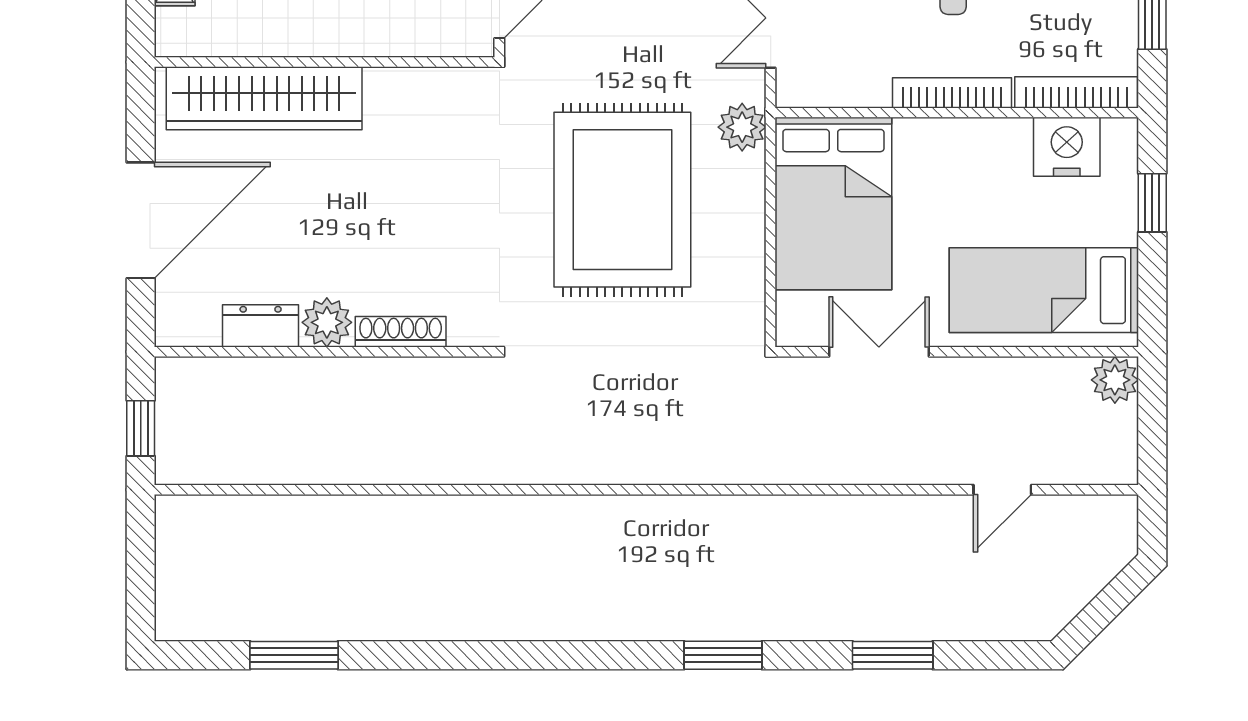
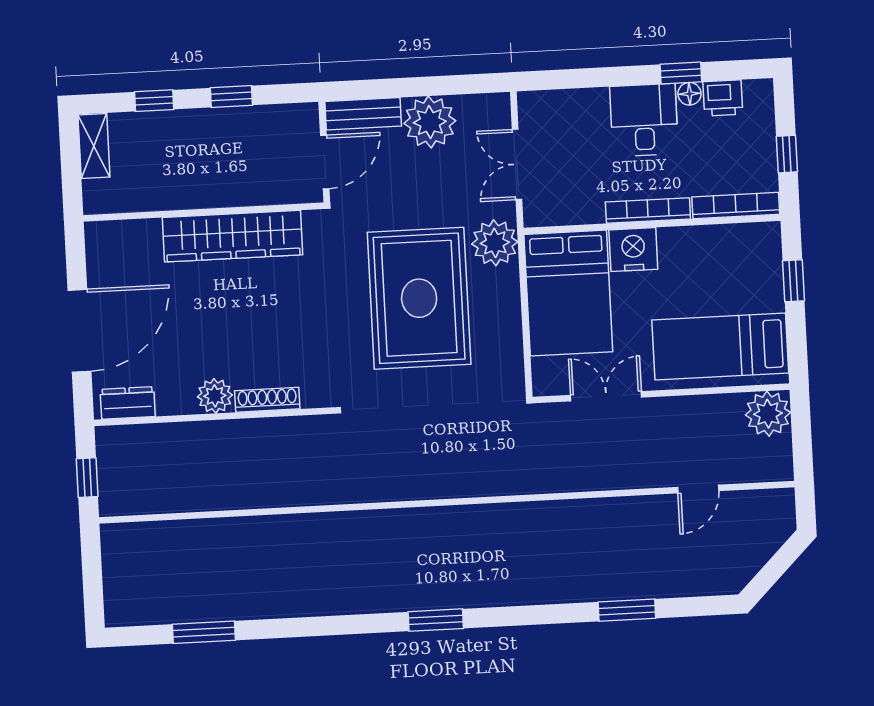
wardrobe: (264, 98) -> (233, 236), moved
plant: (742, 127) -> (495, 243), width x1.36, depth x1.36
nightstand: (1067, 147) -> (633, 250), moved
dresser: (261, 326) -> (128, 403), moved
plant: (1115, 380) -> (768, 414), width x1.36, depth x1.36
window: (723, 655) -> (436, 620), moved

